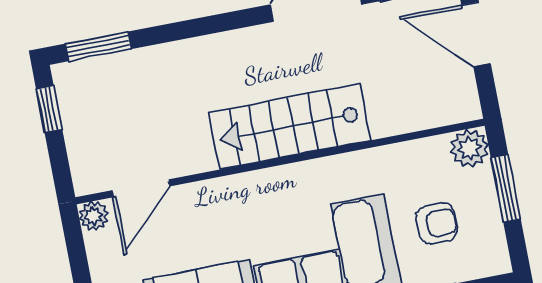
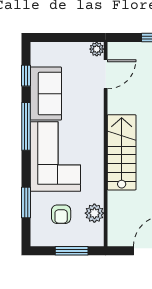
plant: (469, 148) -> (94, 213), moved
door: (141, 188) -> (106, 74), swing flipped

